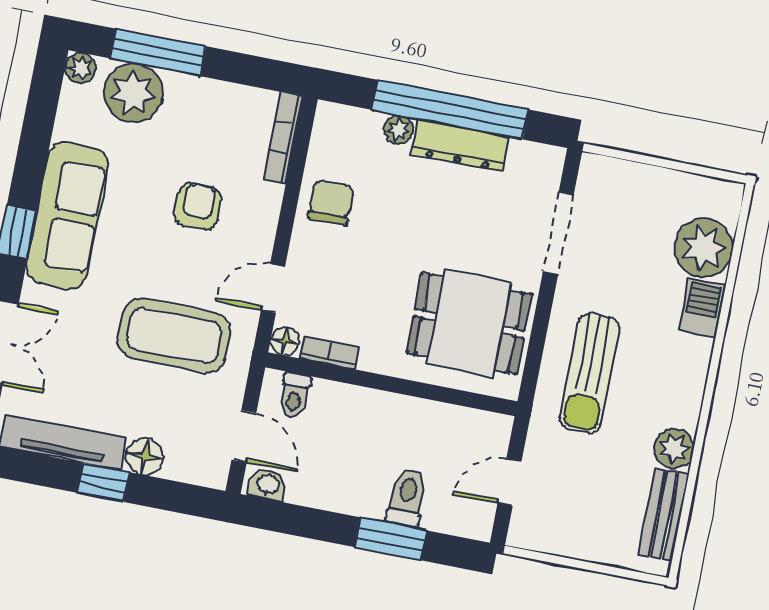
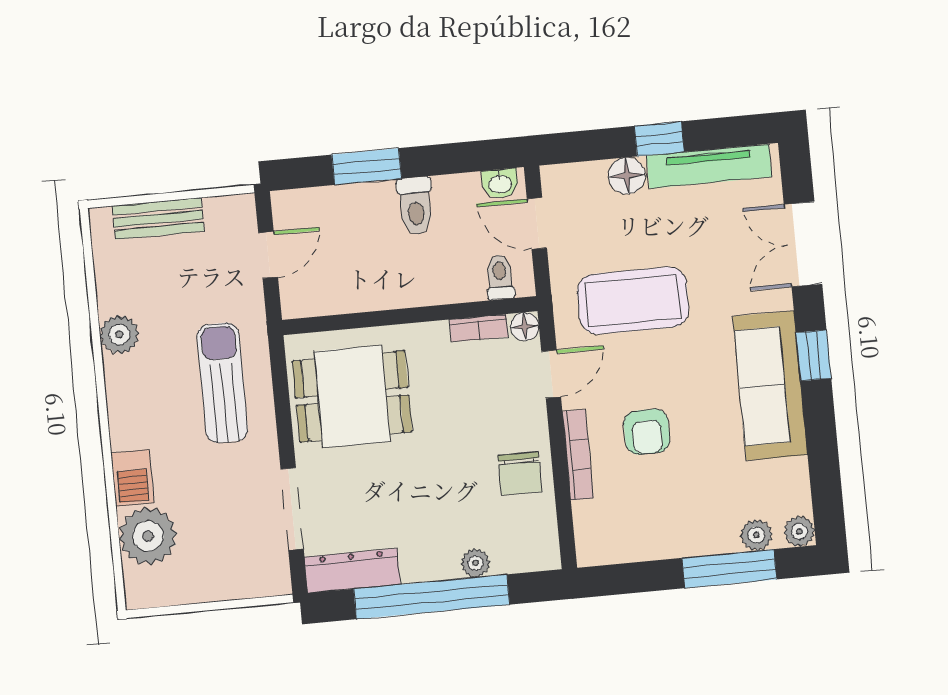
plant: (133, 93) -> (756, 535), width x0.53, depth x0.53
bookcase: (283, 138) -> (578, 455), moved
dresser: (460, 146) -> (352, 571), moved
toilet: (407, 498) -> (416, 206), moved
bench: (664, 515) -> (158, 219), moved, turned 90

